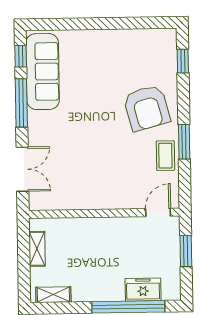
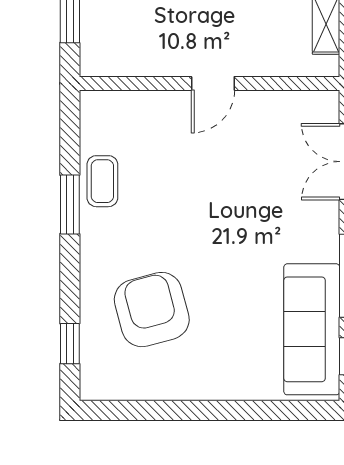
armchair: (147, 108) -> (152, 310), moved
door: (158, 212) -> (213, 83), moved

